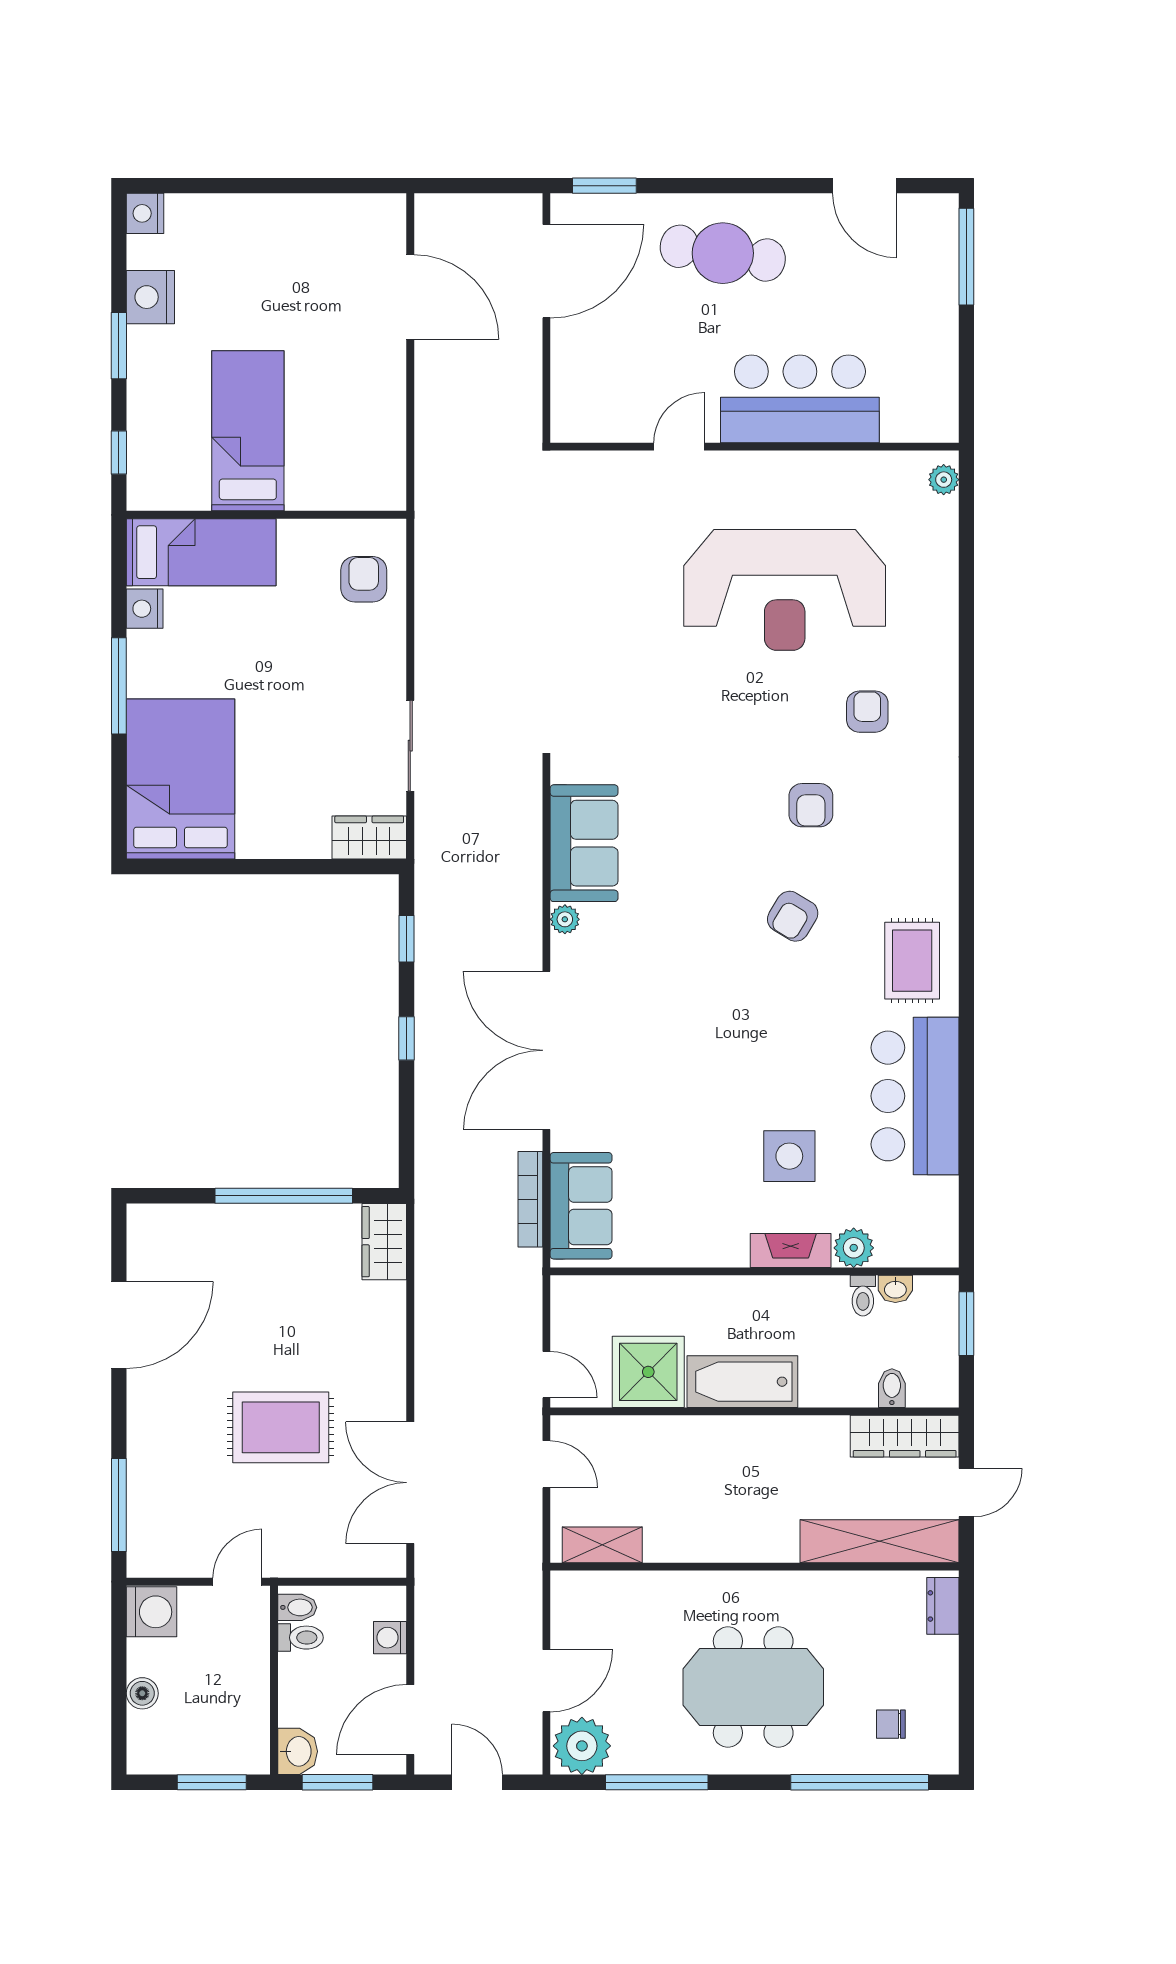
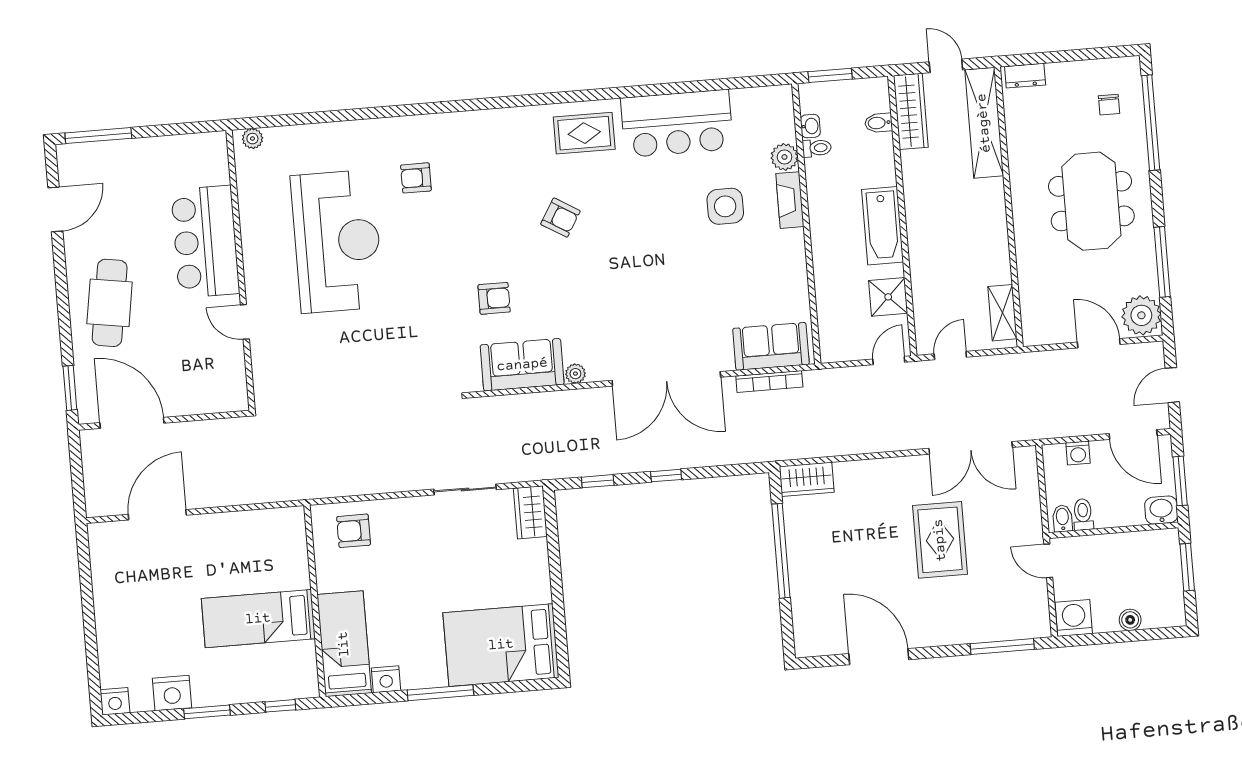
armchair: (811, 805) -> (494, 298), moved
shower: (648, 1372) -> (888, 297), width x0.73, depth x0.73

